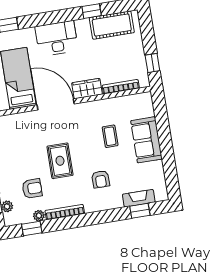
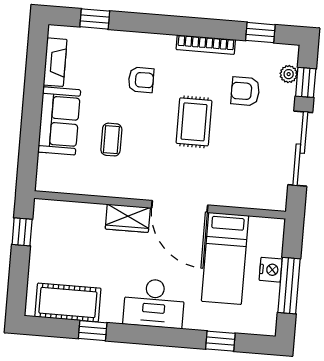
bookcase: (121, 87) -> (77, 209), removed
armchair: (101, 179) -> (141, 80), turned 90
fireplace: (139, 198) -> (55, 62), moved, turned -90
plant: (39, 216) -> (245, 49), removed

